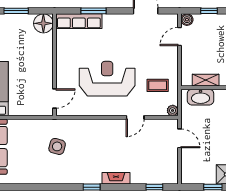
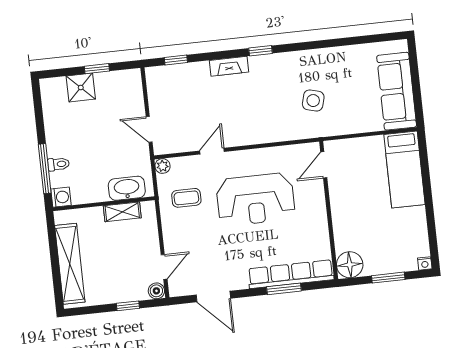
row of seats: (79, 21) -> (291, 274), width x1.36

